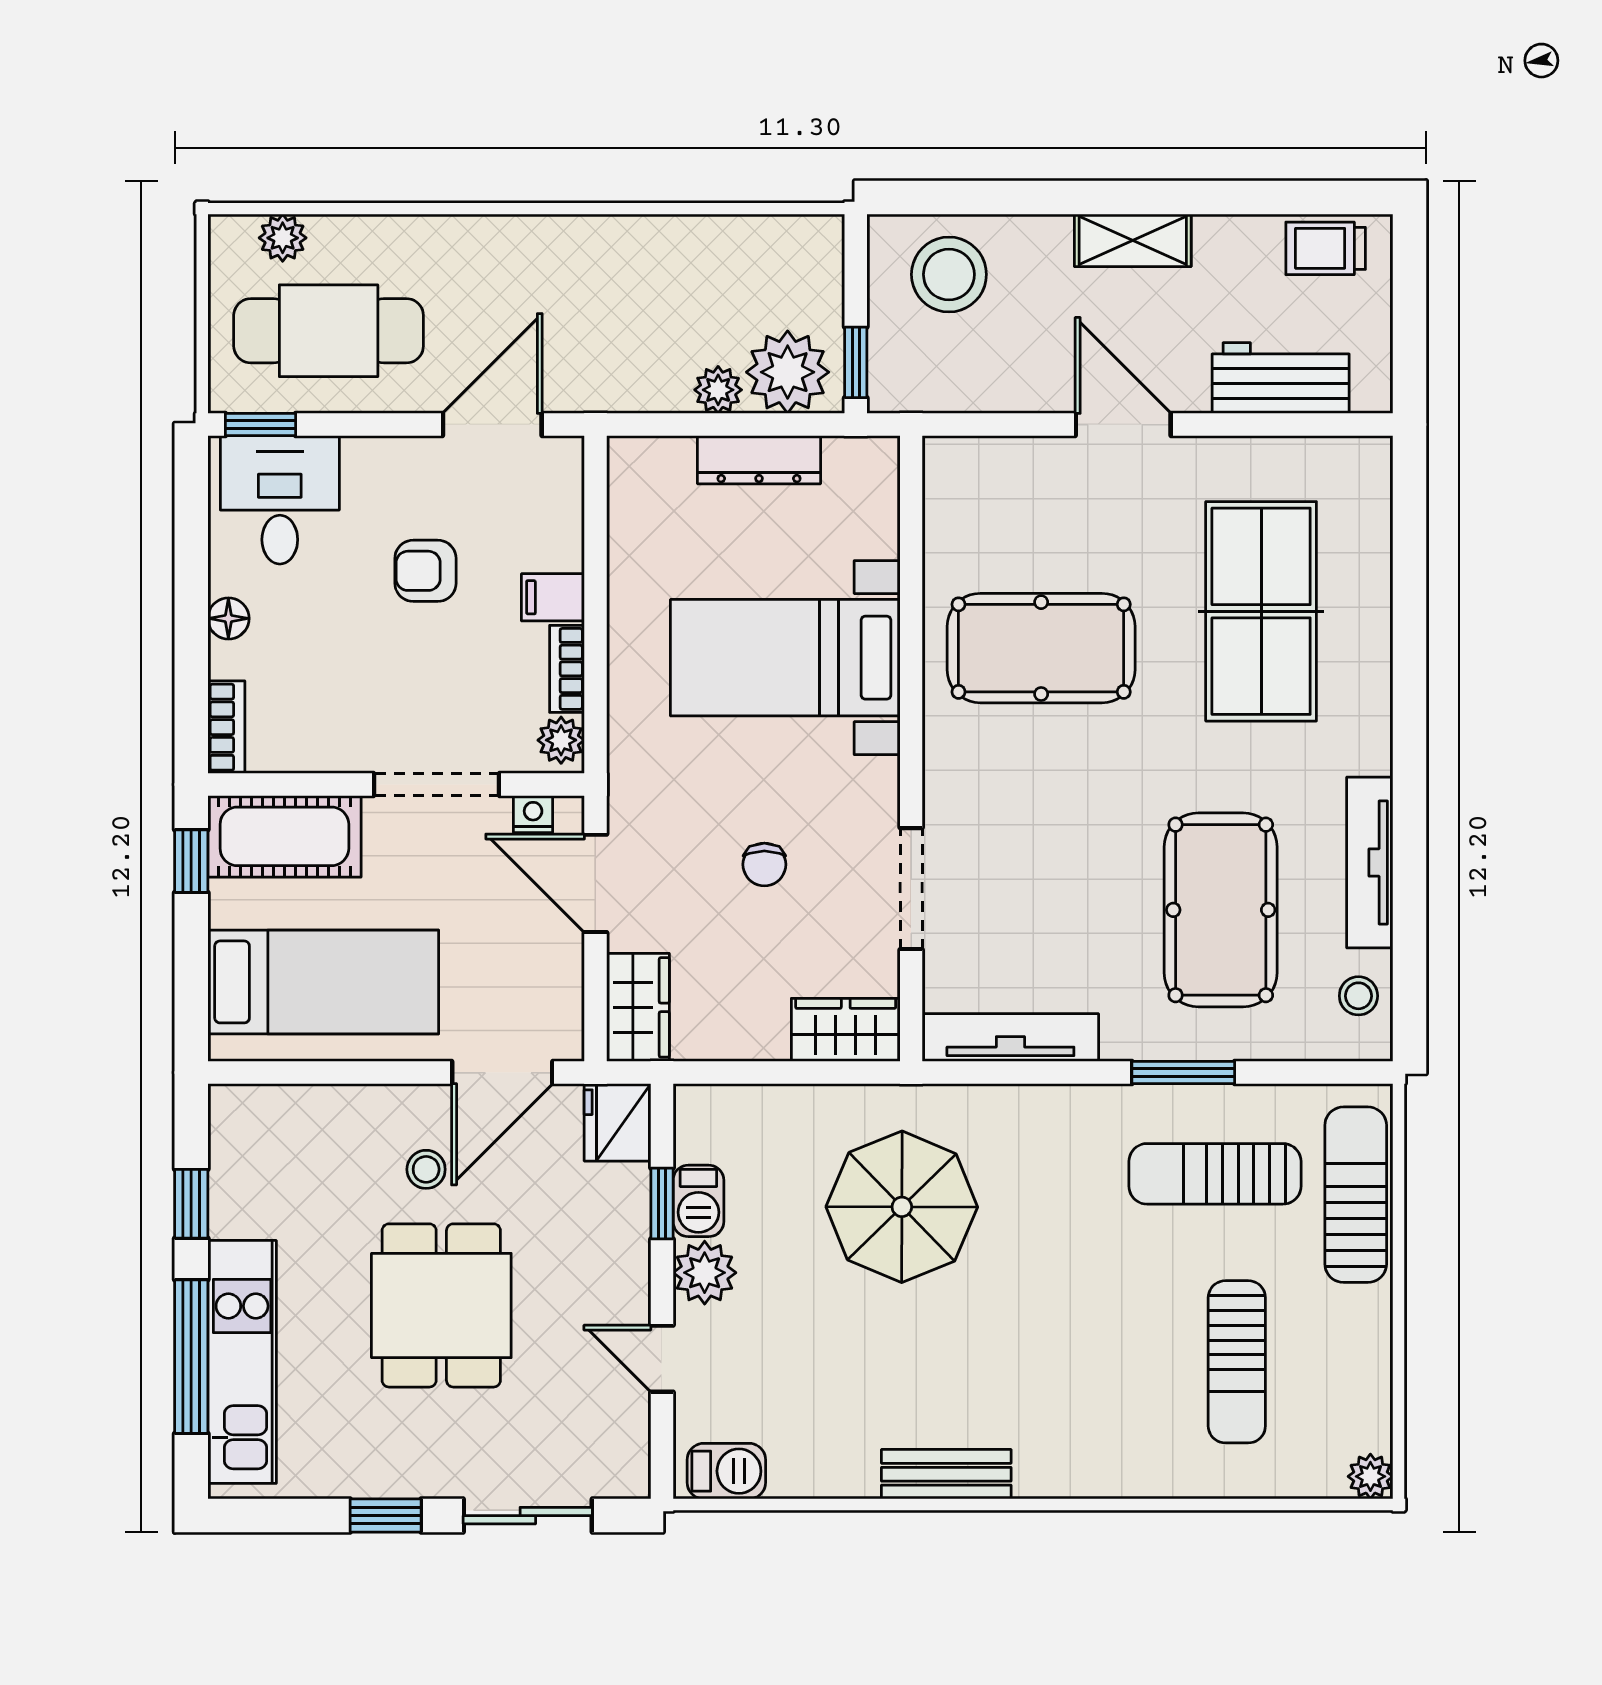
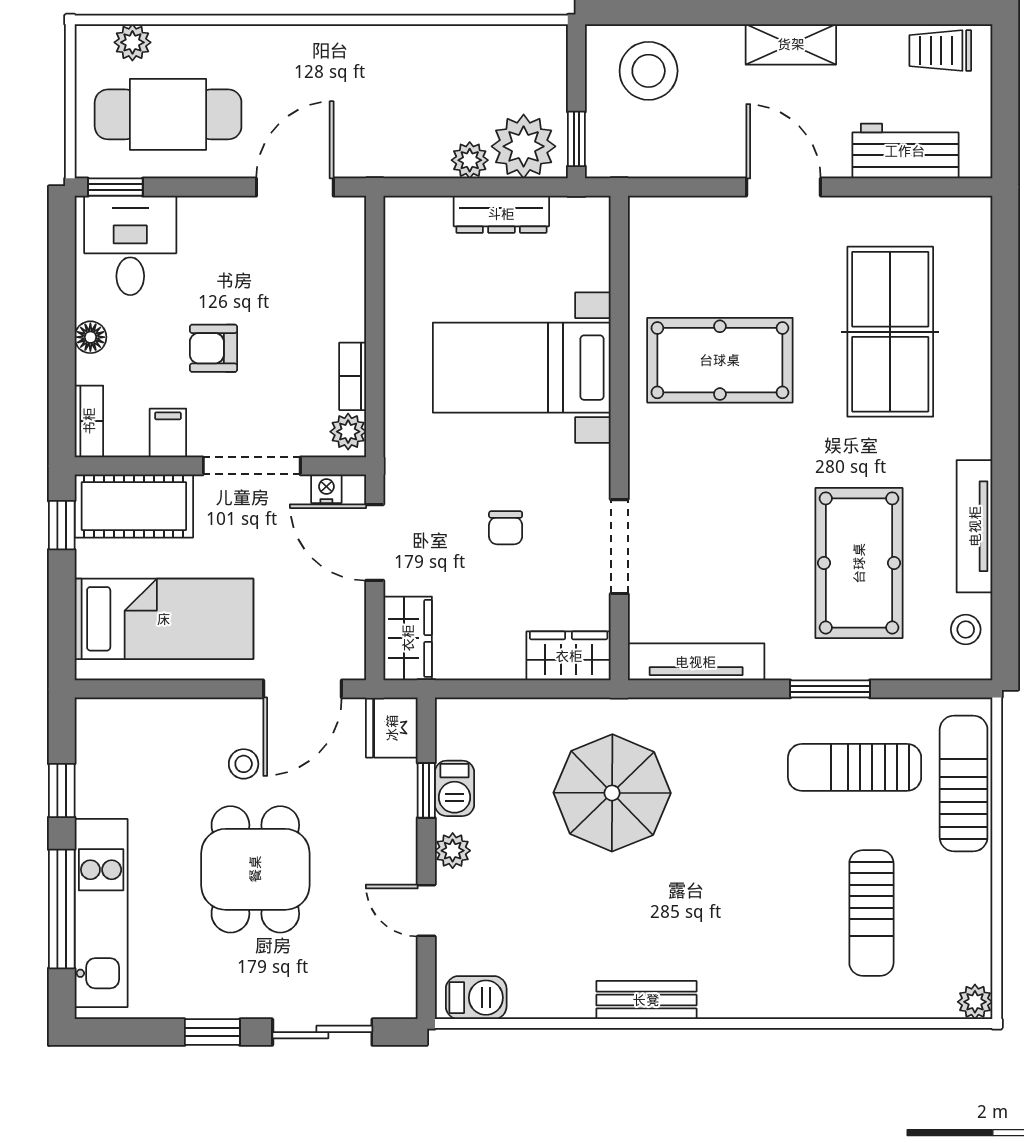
armchair: (425, 571) -> (213, 348), moved
filing cabinet: (553, 597) -> (168, 433), moved, turned 90
plant: (705, 1273) -> (453, 851), width x0.73, depth x0.73

